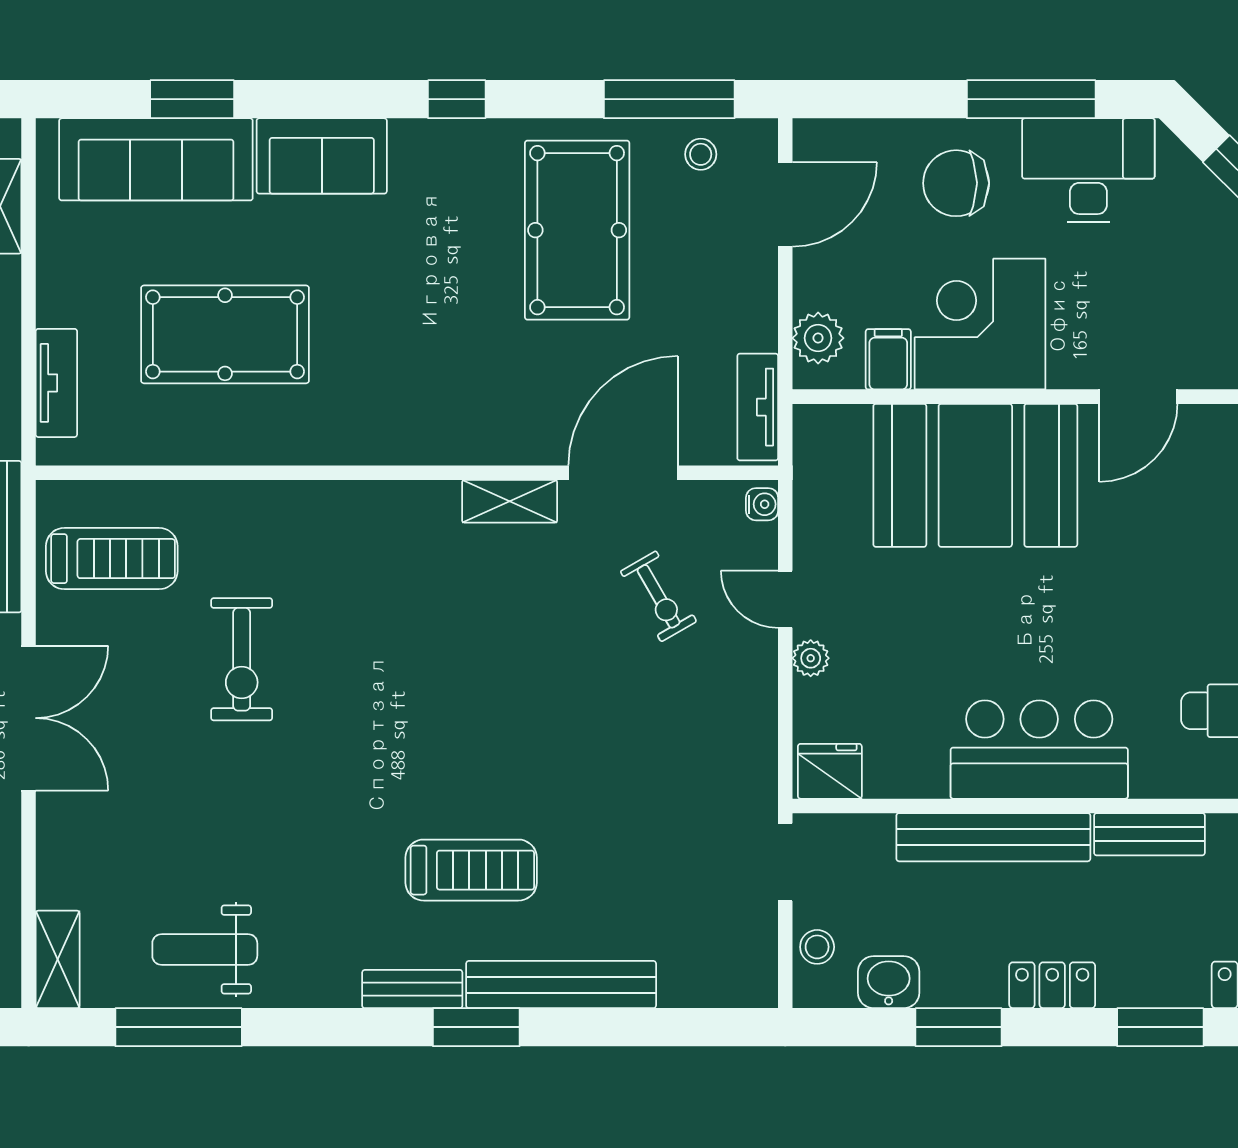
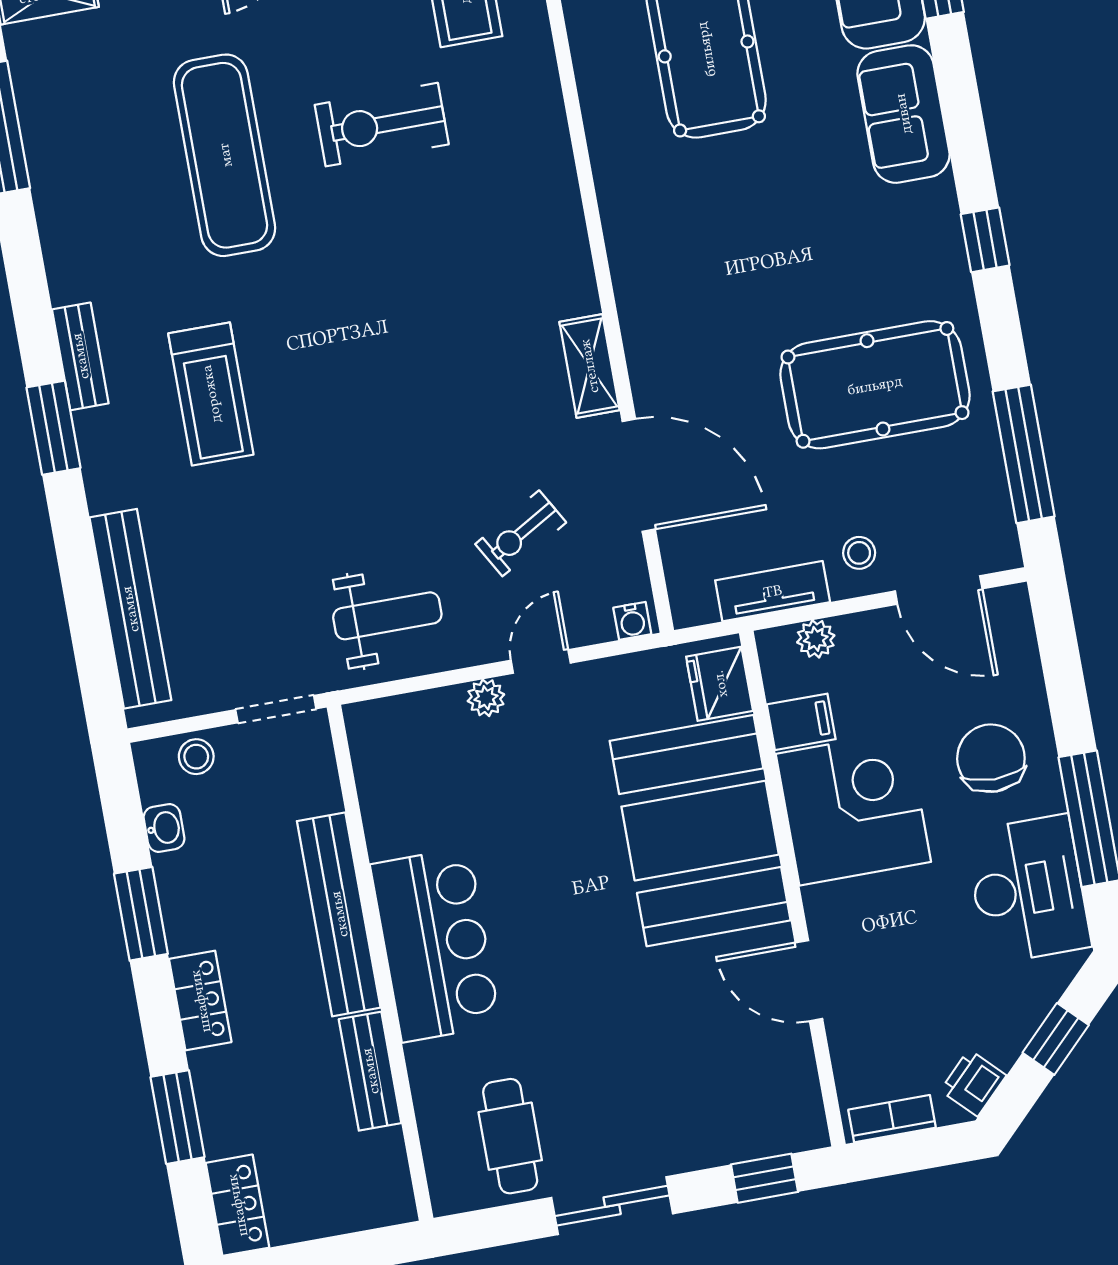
stool: (701, 154) -> (859, 553), moved
plant: (818, 338) -> (816, 639), width x0.73, depth x0.73
tv unit: (758, 407) -> (773, 591), moved
fridge: (830, 771) -> (720, 684), moved, turned 180
exercise mat: (244, 816) -> (225, 155), added
weight bench: (205, 949) -> (387, 616), moved, turned 90
washbasin: (889, 982) -> (164, 828), width x0.72, depth x0.69
bench: (561, 985) -> (130, 609), moved

